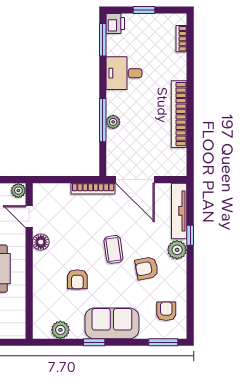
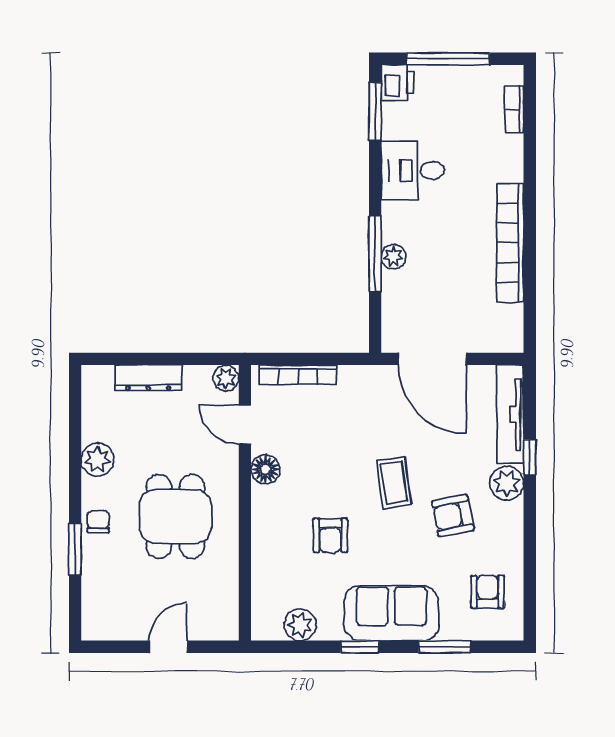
window: (144, 10) -> (448, 59), width x2.17
bookcase: (93, 189) -> (298, 375), moved
window: (163, 342) -> (445, 647), moved

